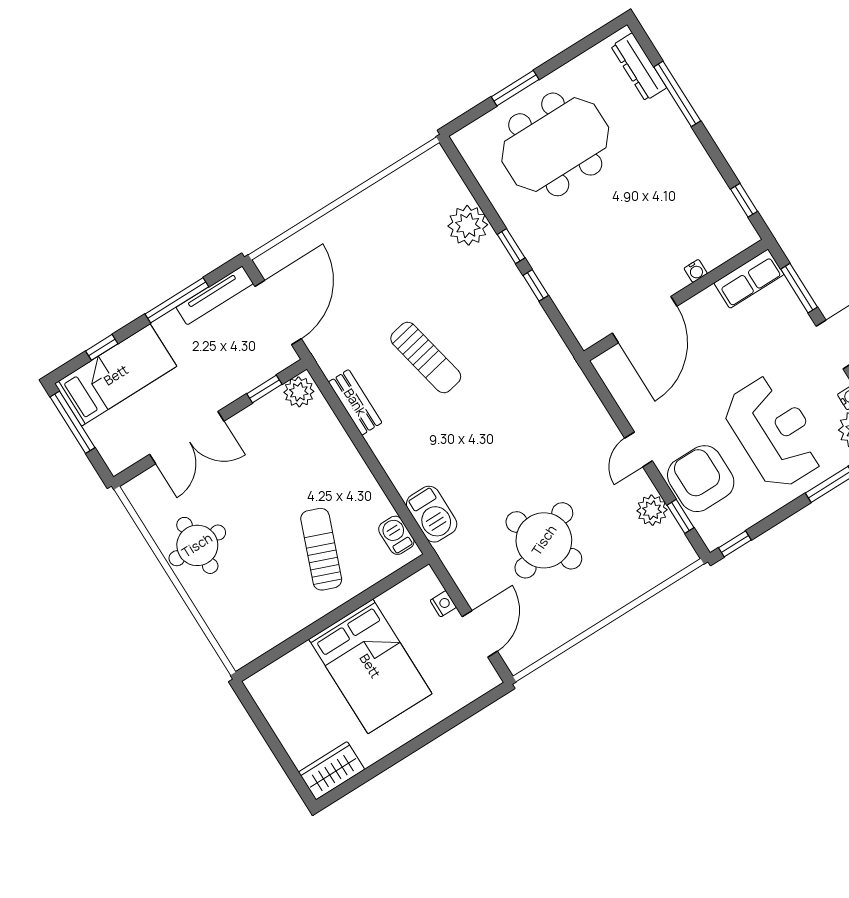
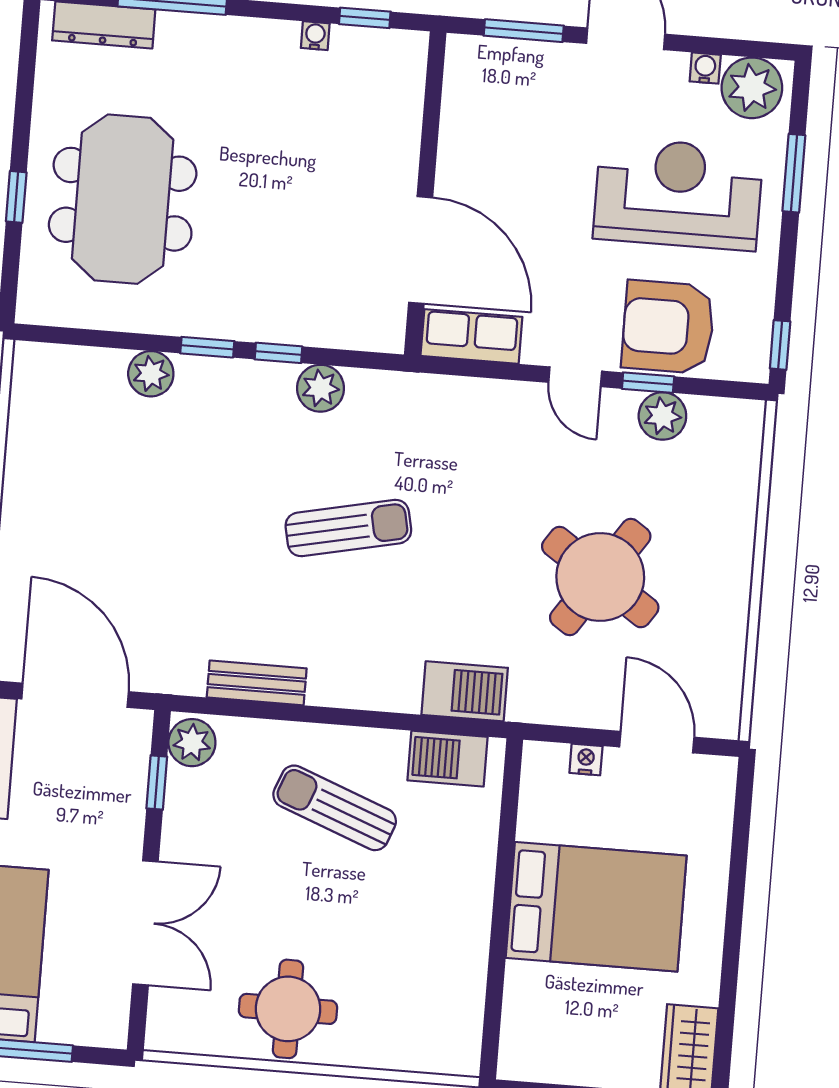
window: (515, 88) -> (16, 197), width x0.67
plant: (468, 225) -> (151, 374), width x0.73, depth x0.73
water cooler: (696, 271) -> (315, 36), moved, turned -90
row of seats: (749, 279) -> (471, 336), moved, turned -90
plant: (534, 321) -> (320, 388), added
sun lounger: (426, 358) -> (348, 528), moved
window: (681, 516) -> (648, 383), moved
barbecue: (396, 535) -> (448, 759), width x1.38, depth x1.27
round table: (544, 540) -> (600, 577), turned -32
sun lounger: (321, 549) -> (335, 808), moved

